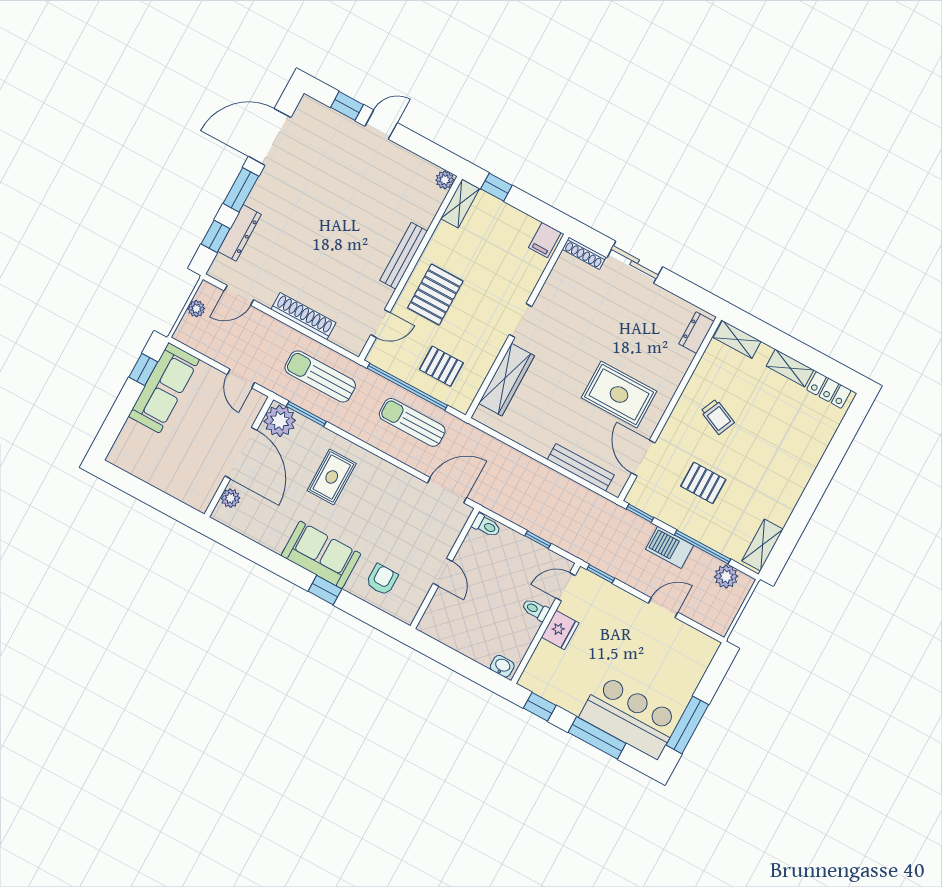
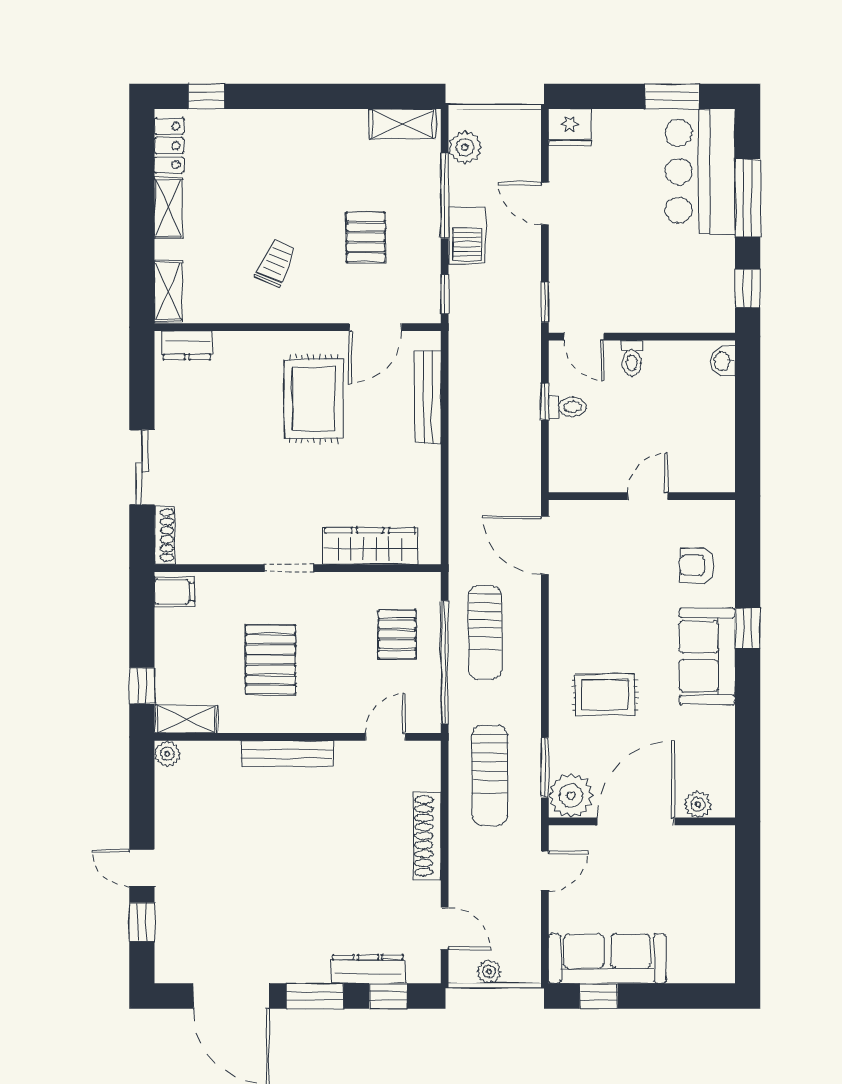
pallet: (435, 294) -> (271, 660), moved, turned 90
door: (380, 324) -> (385, 737), hinge flipped
window: (847, 430) -> (206, 96), added
toilet: (486, 526) -> (567, 407), moved, turned 90
fridge: (560, 630) -> (570, 127), moved, turned 180
window: (687, 725) -> (672, 96), width x0.69

